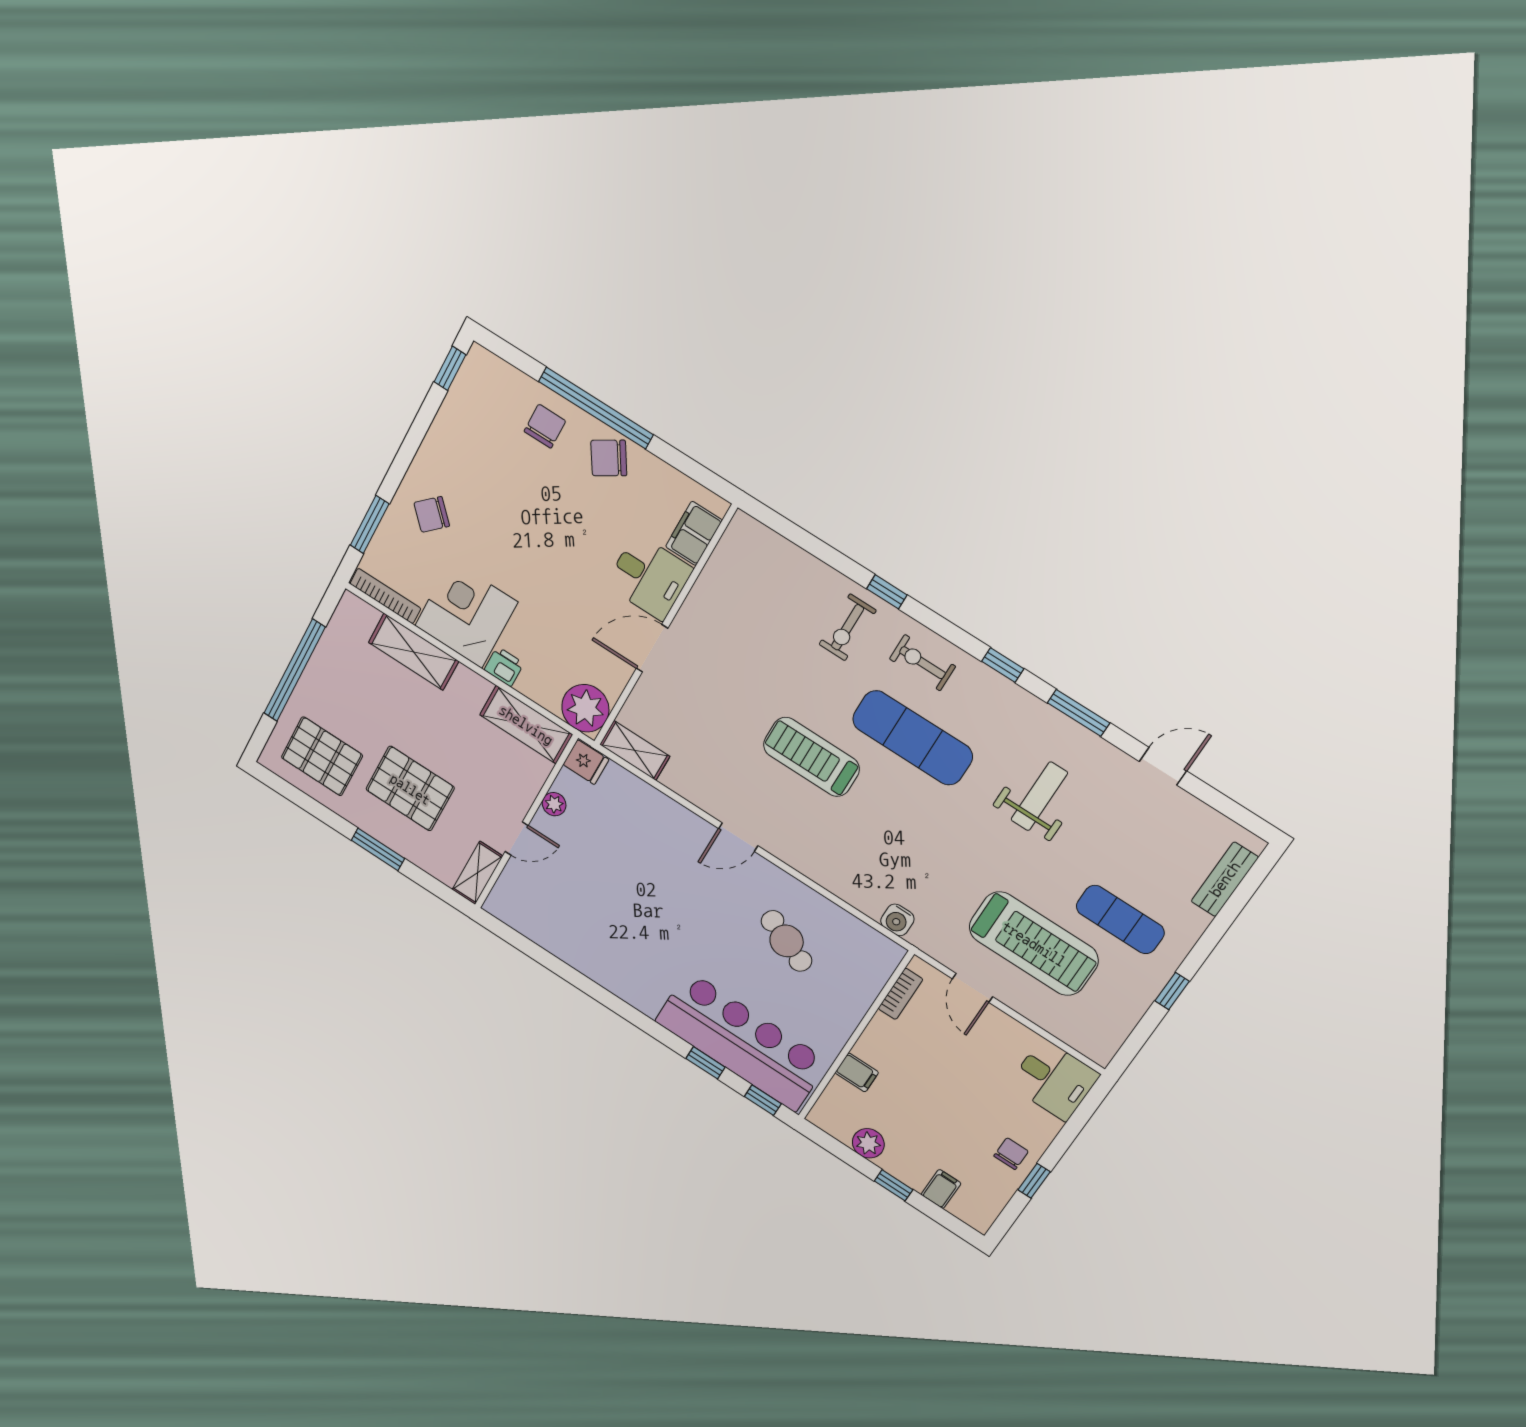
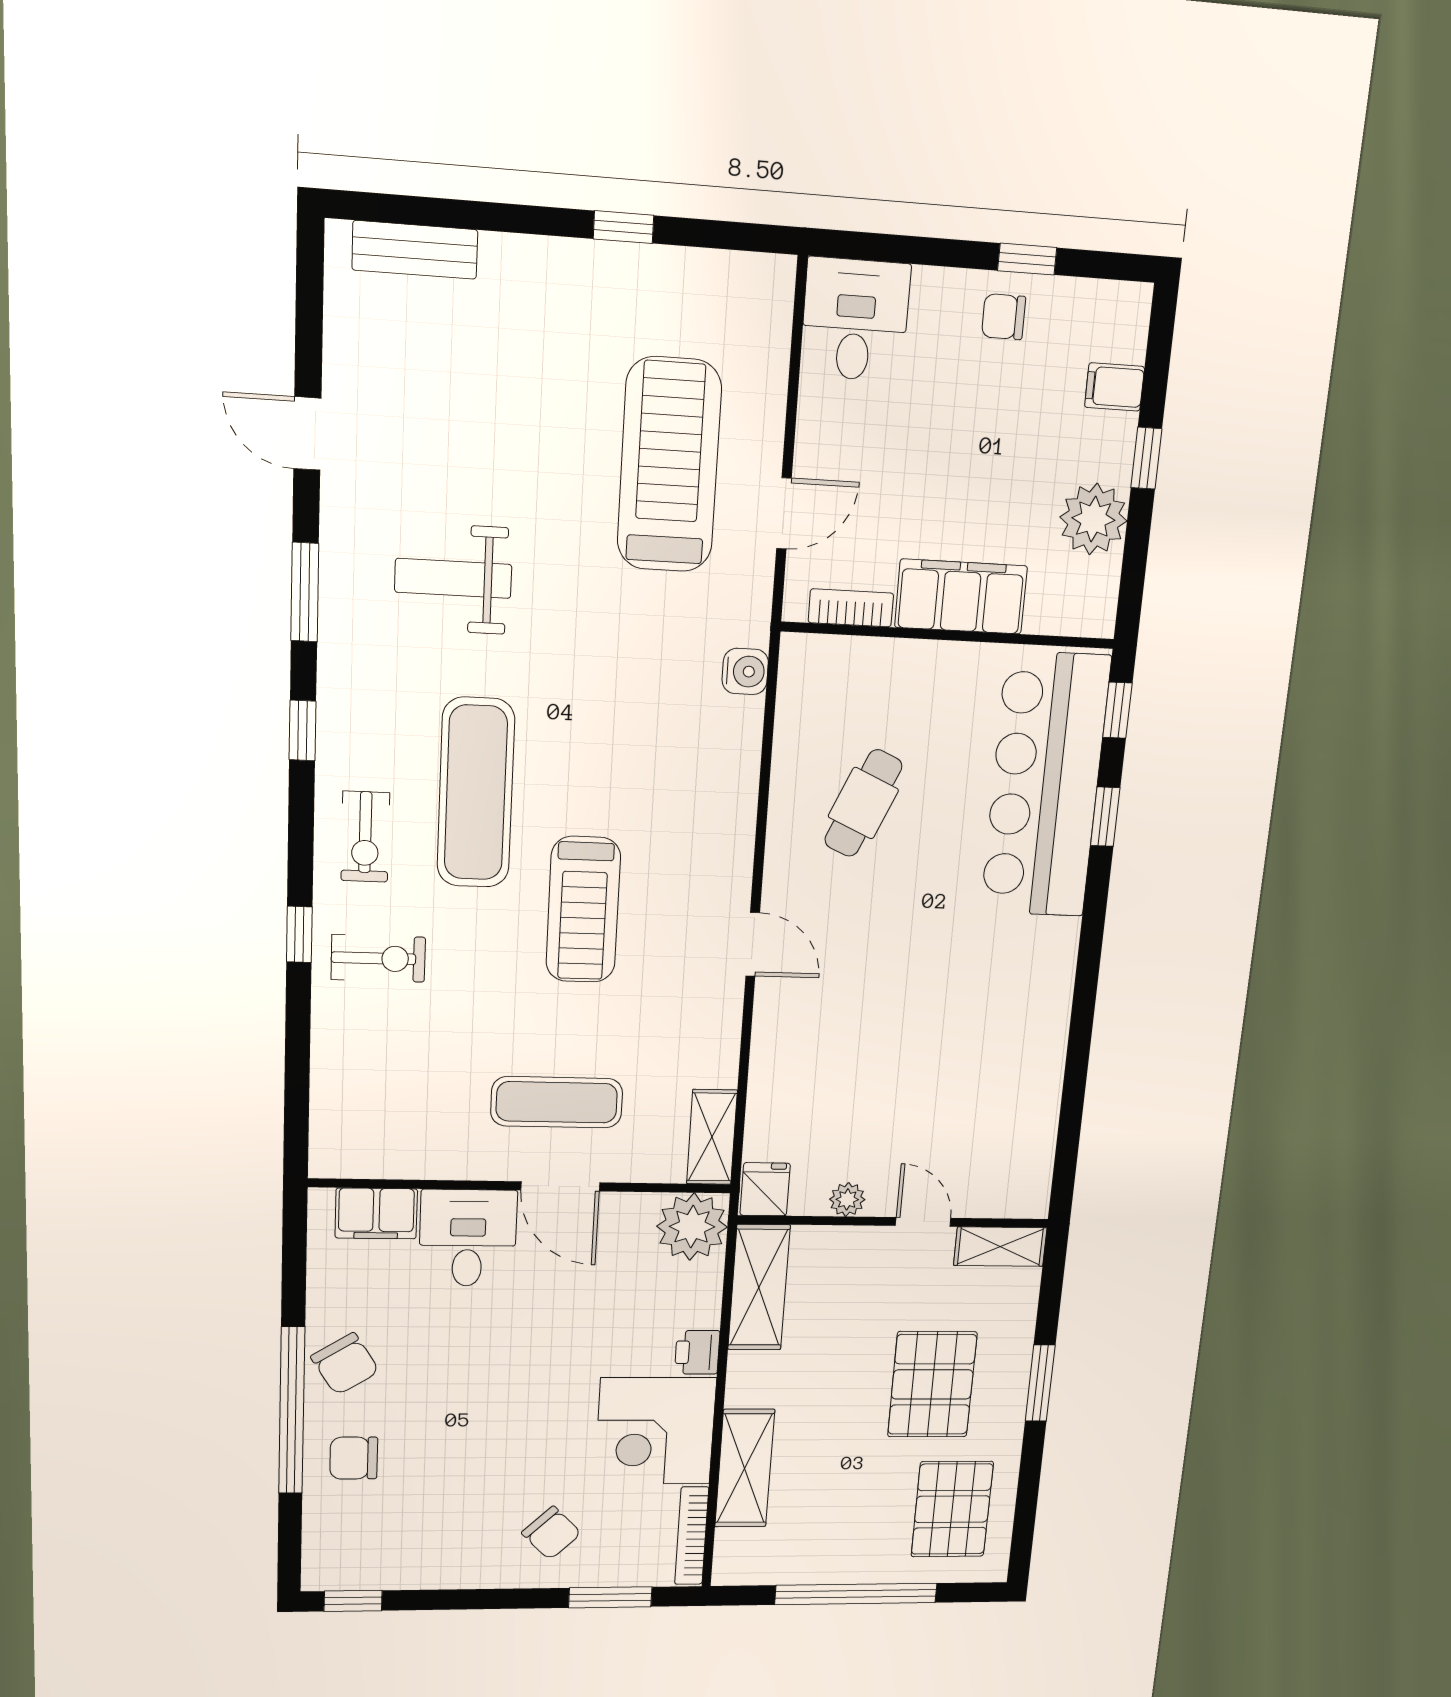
exercise mat: (1120, 920) -> (557, 1102), moved, turned 90
filing cabinet: (857, 1072) -> (961, 597), width x3.00, depth x1.17
plant: (868, 1143) -> (1093, 519), width x1.36, depth x1.36

